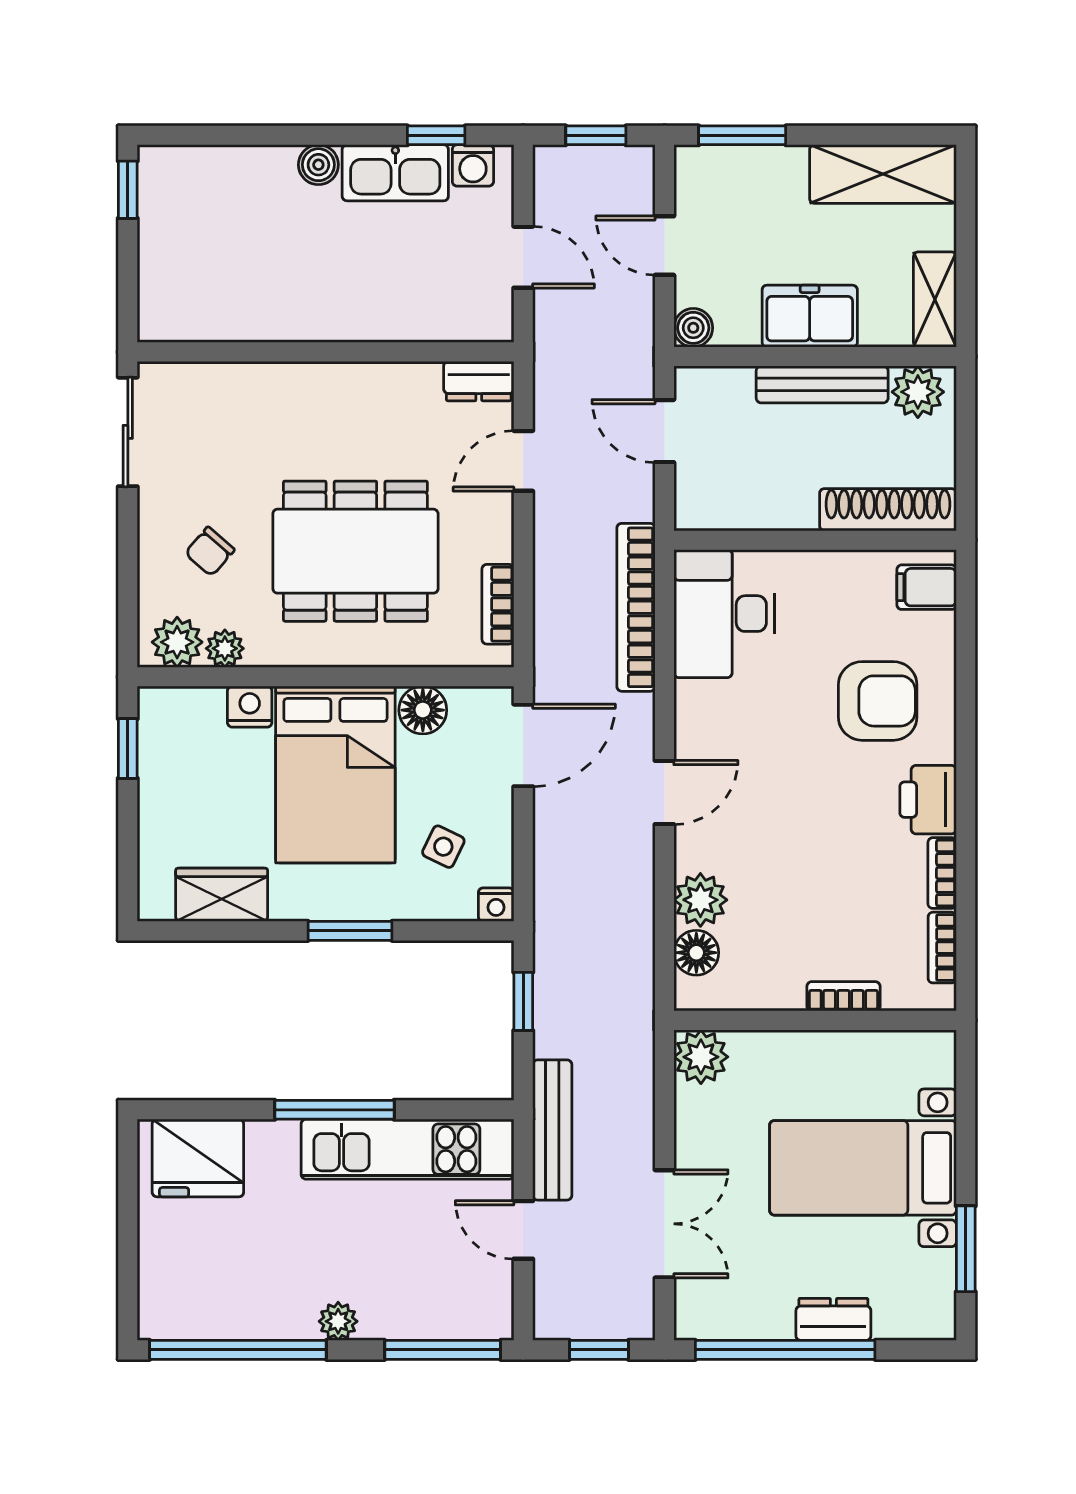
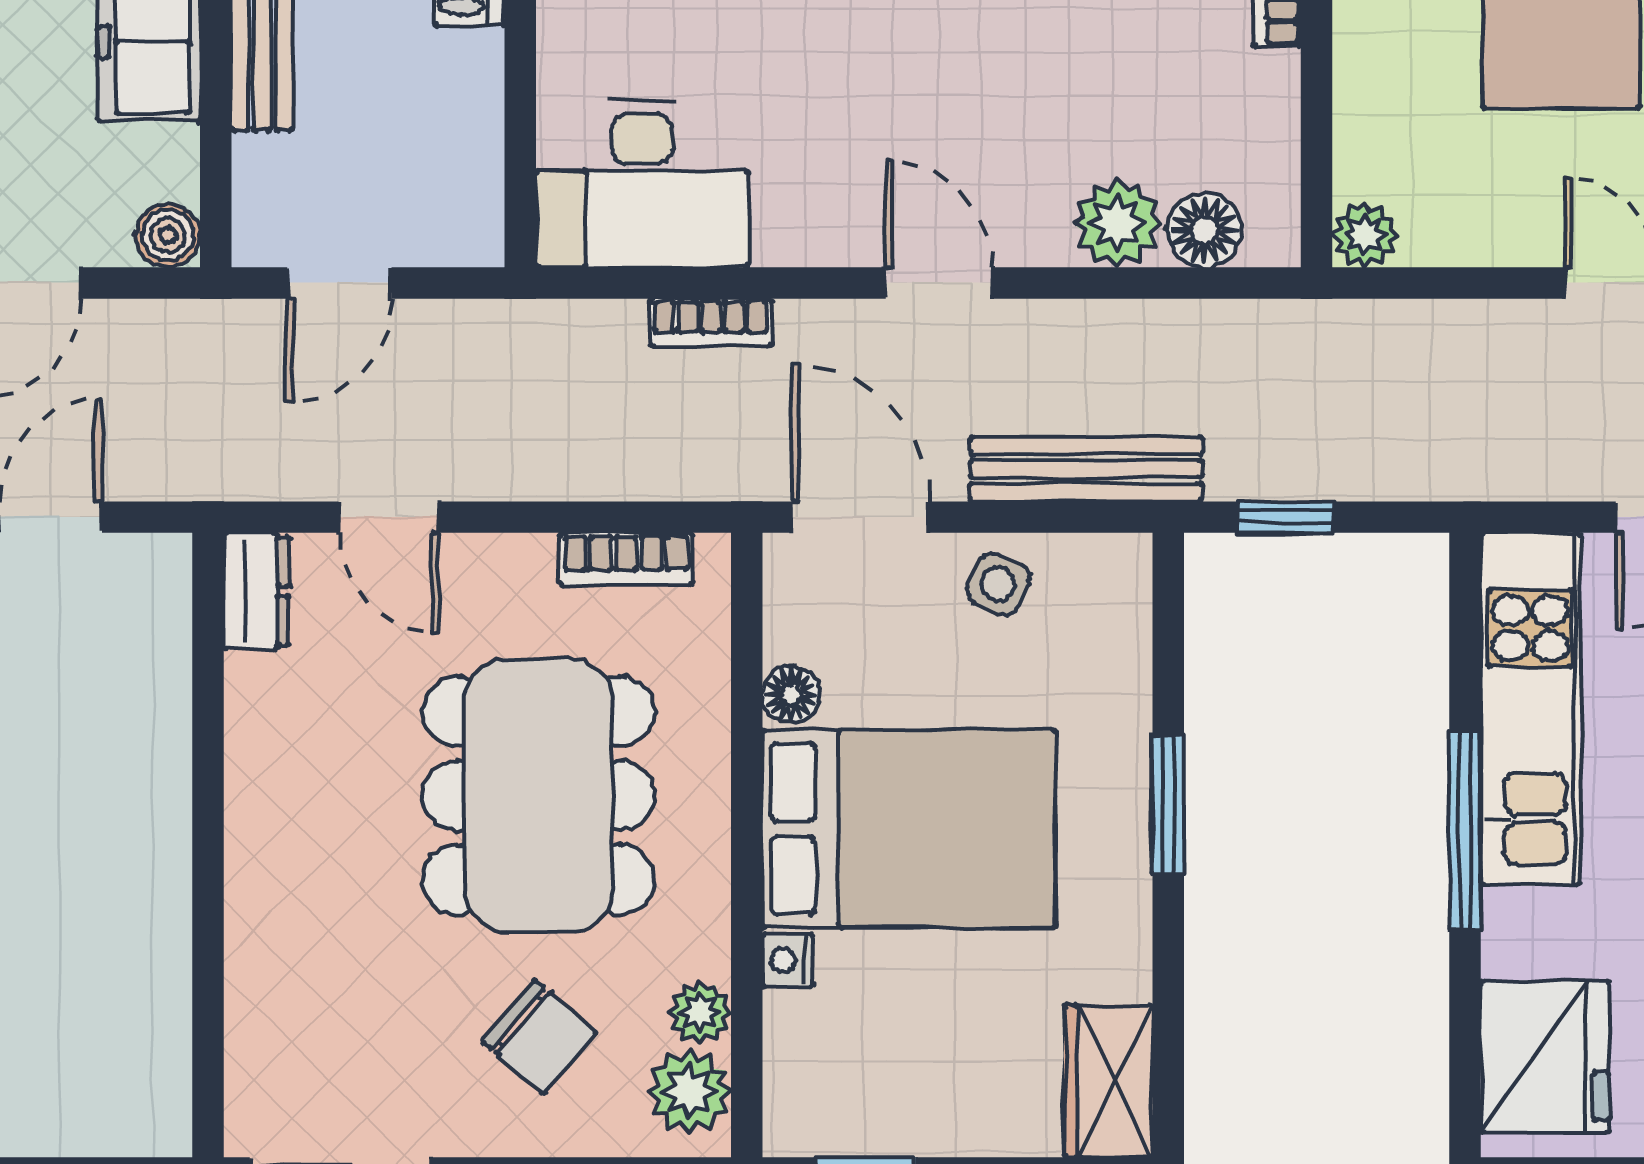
chair: (210, 551) -> (539, 1037), width x1.37, depth x1.37
bookcase: (636, 607) -> (711, 323), width x0.43, depth x0.76
nightstand: (250, 707) -> (787, 961), width x0.72, depth x0.74
floor lamp: (423, 710) -> (791, 694), width x0.73, depth x0.73
side table: (443, 847) -> (998, 584), moved
wardrobe: (222, 895) -> (1108, 1081), moved
nightstand: (496, 905) -> (1125, 562), removed
plant: (701, 1057) -> (1365, 235), width x0.73, depth x0.73
bench: (552, 1130) -> (1086, 469), moved

